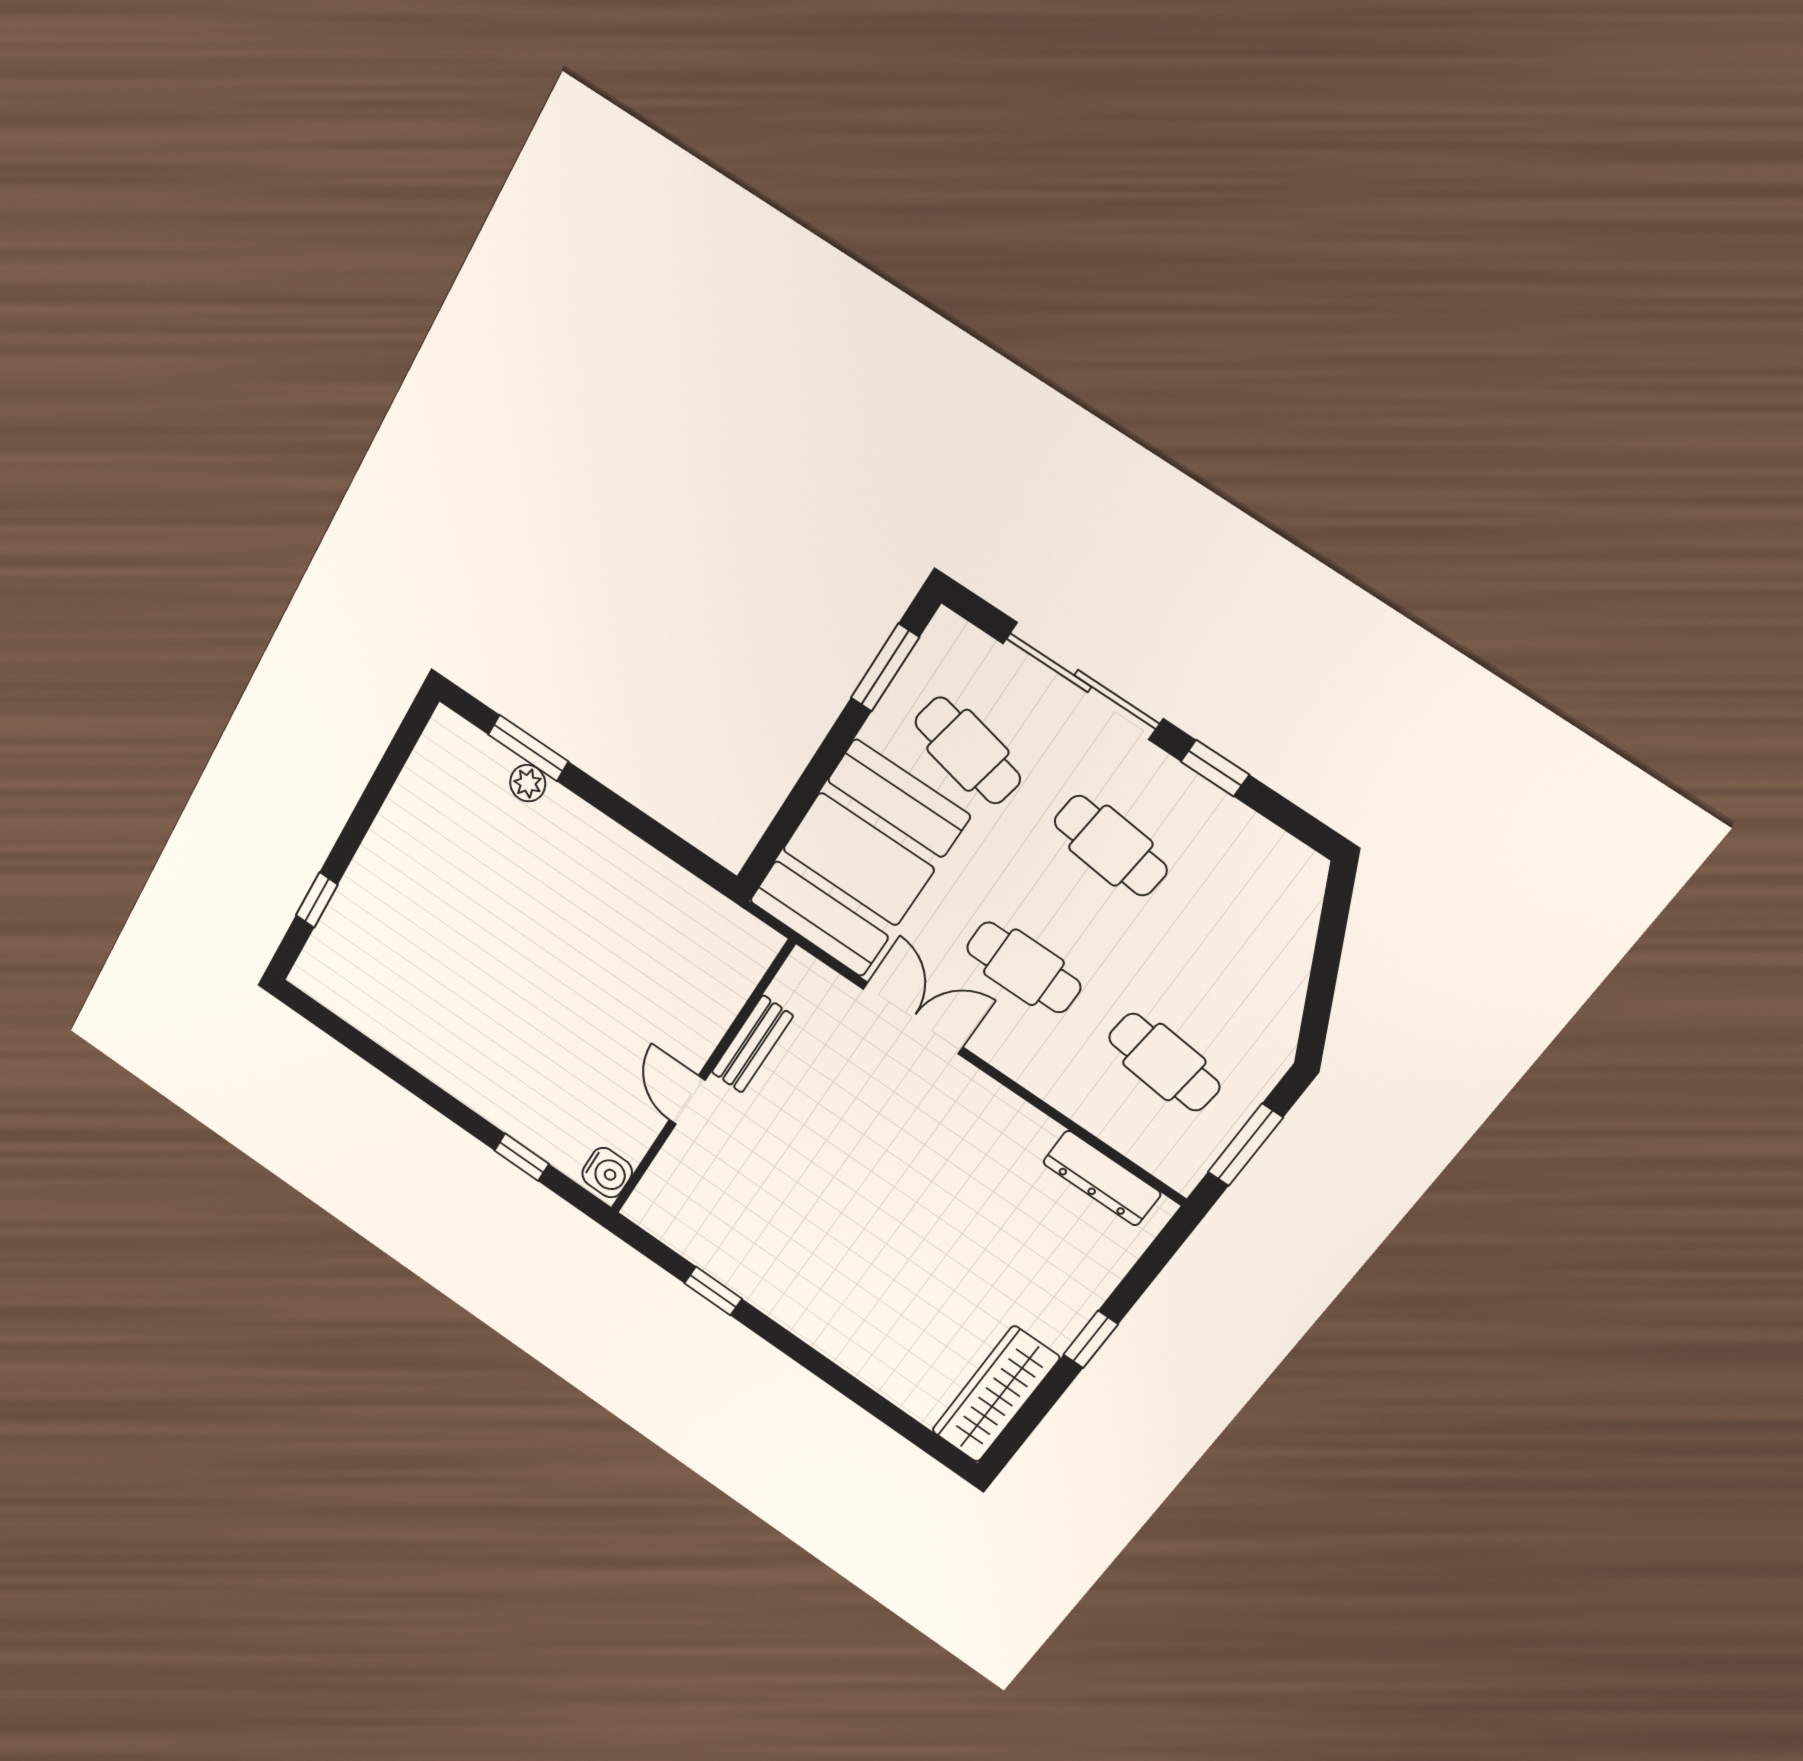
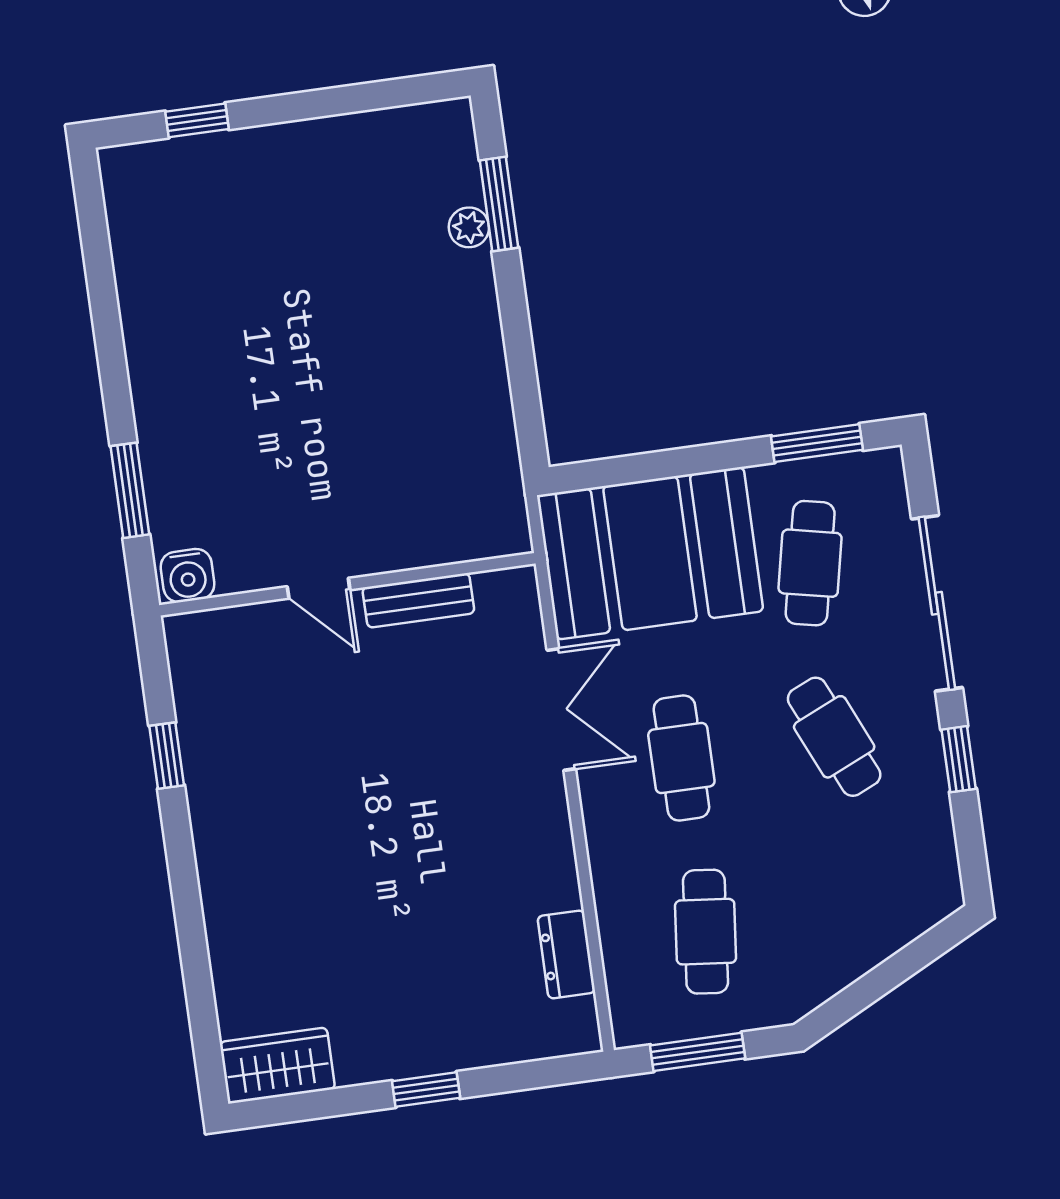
cafe table: (1111, 846) -> (834, 737), turned -30
door: (687, 1100) -> (319, 588), swing flipped
window: (522, 1157) -> (130, 490), width x1.50
dresser: (1102, 1178) -> (566, 954), width x0.70
wardrobe: (995, 1394) -> (277, 1065), width x0.67

